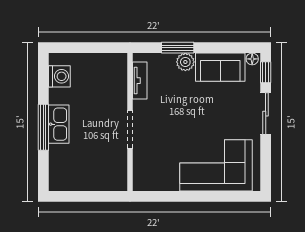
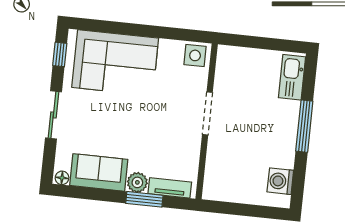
window: (266, 72) -> (60, 54), moved
tv unit: (140, 81) -> (170, 188), moved, turned 90
kitchen sink: (59, 124) -> (292, 77), moved
side table: (146, 179) -> (195, 55), added

